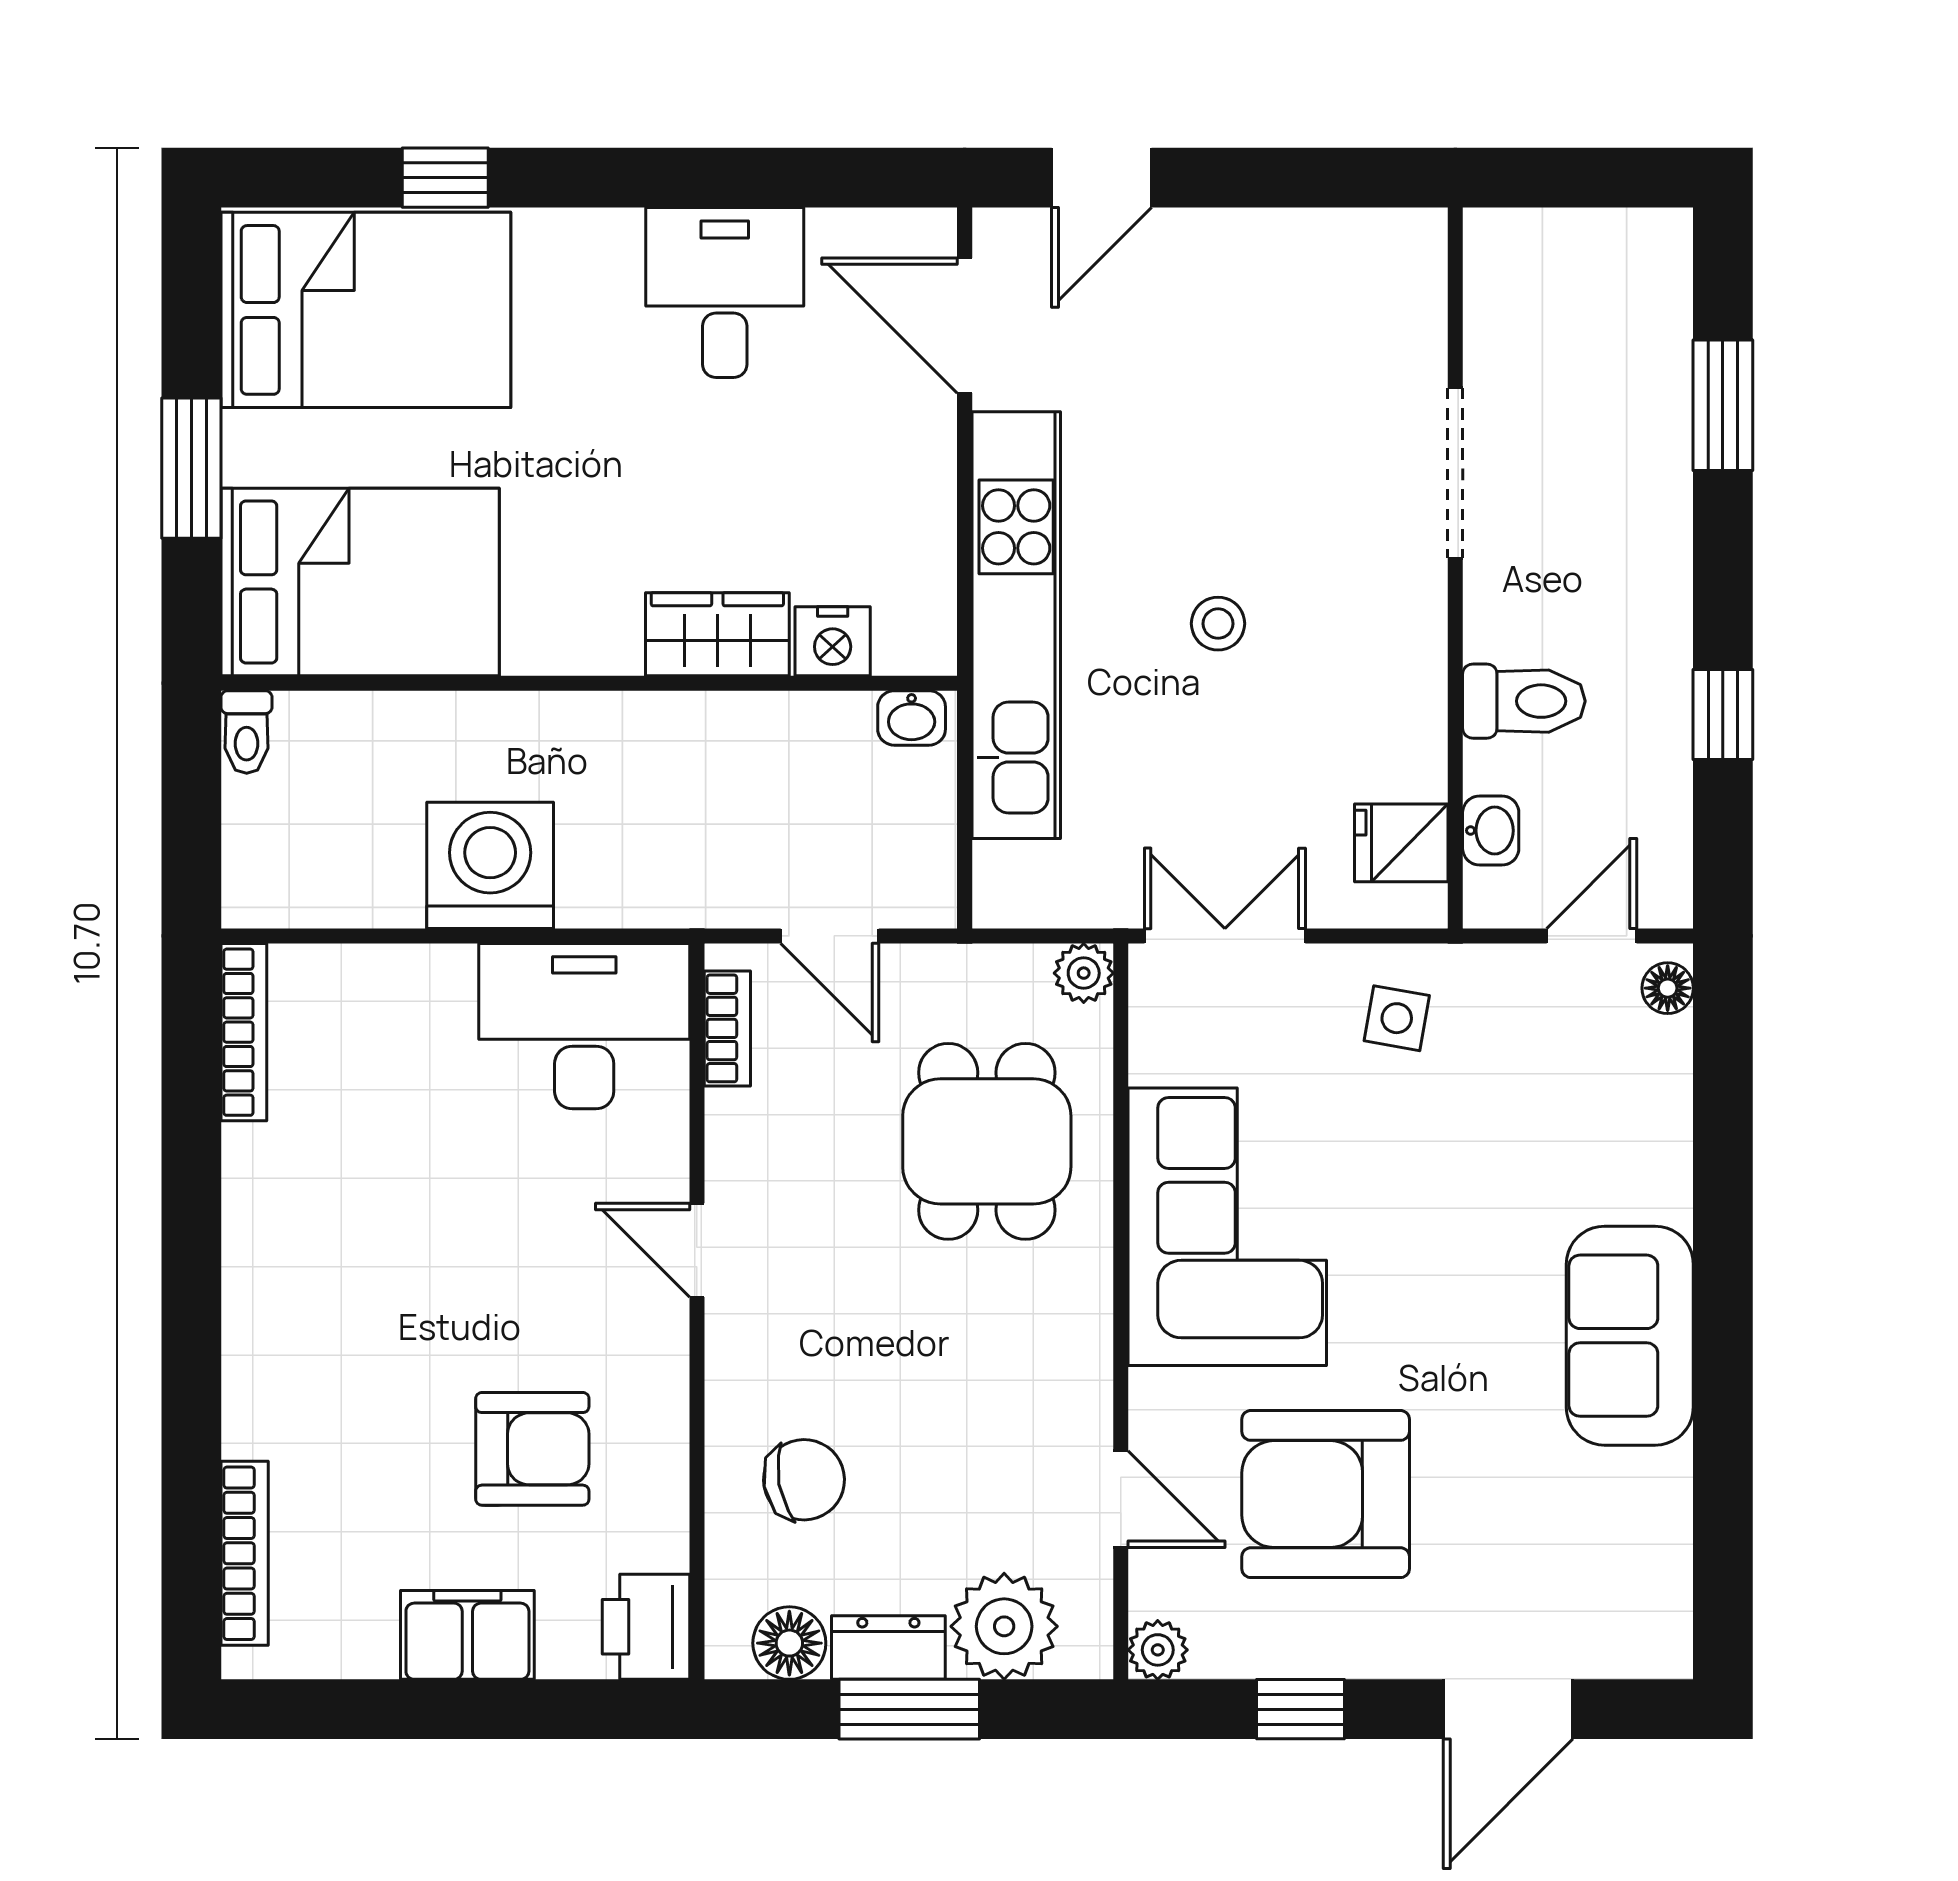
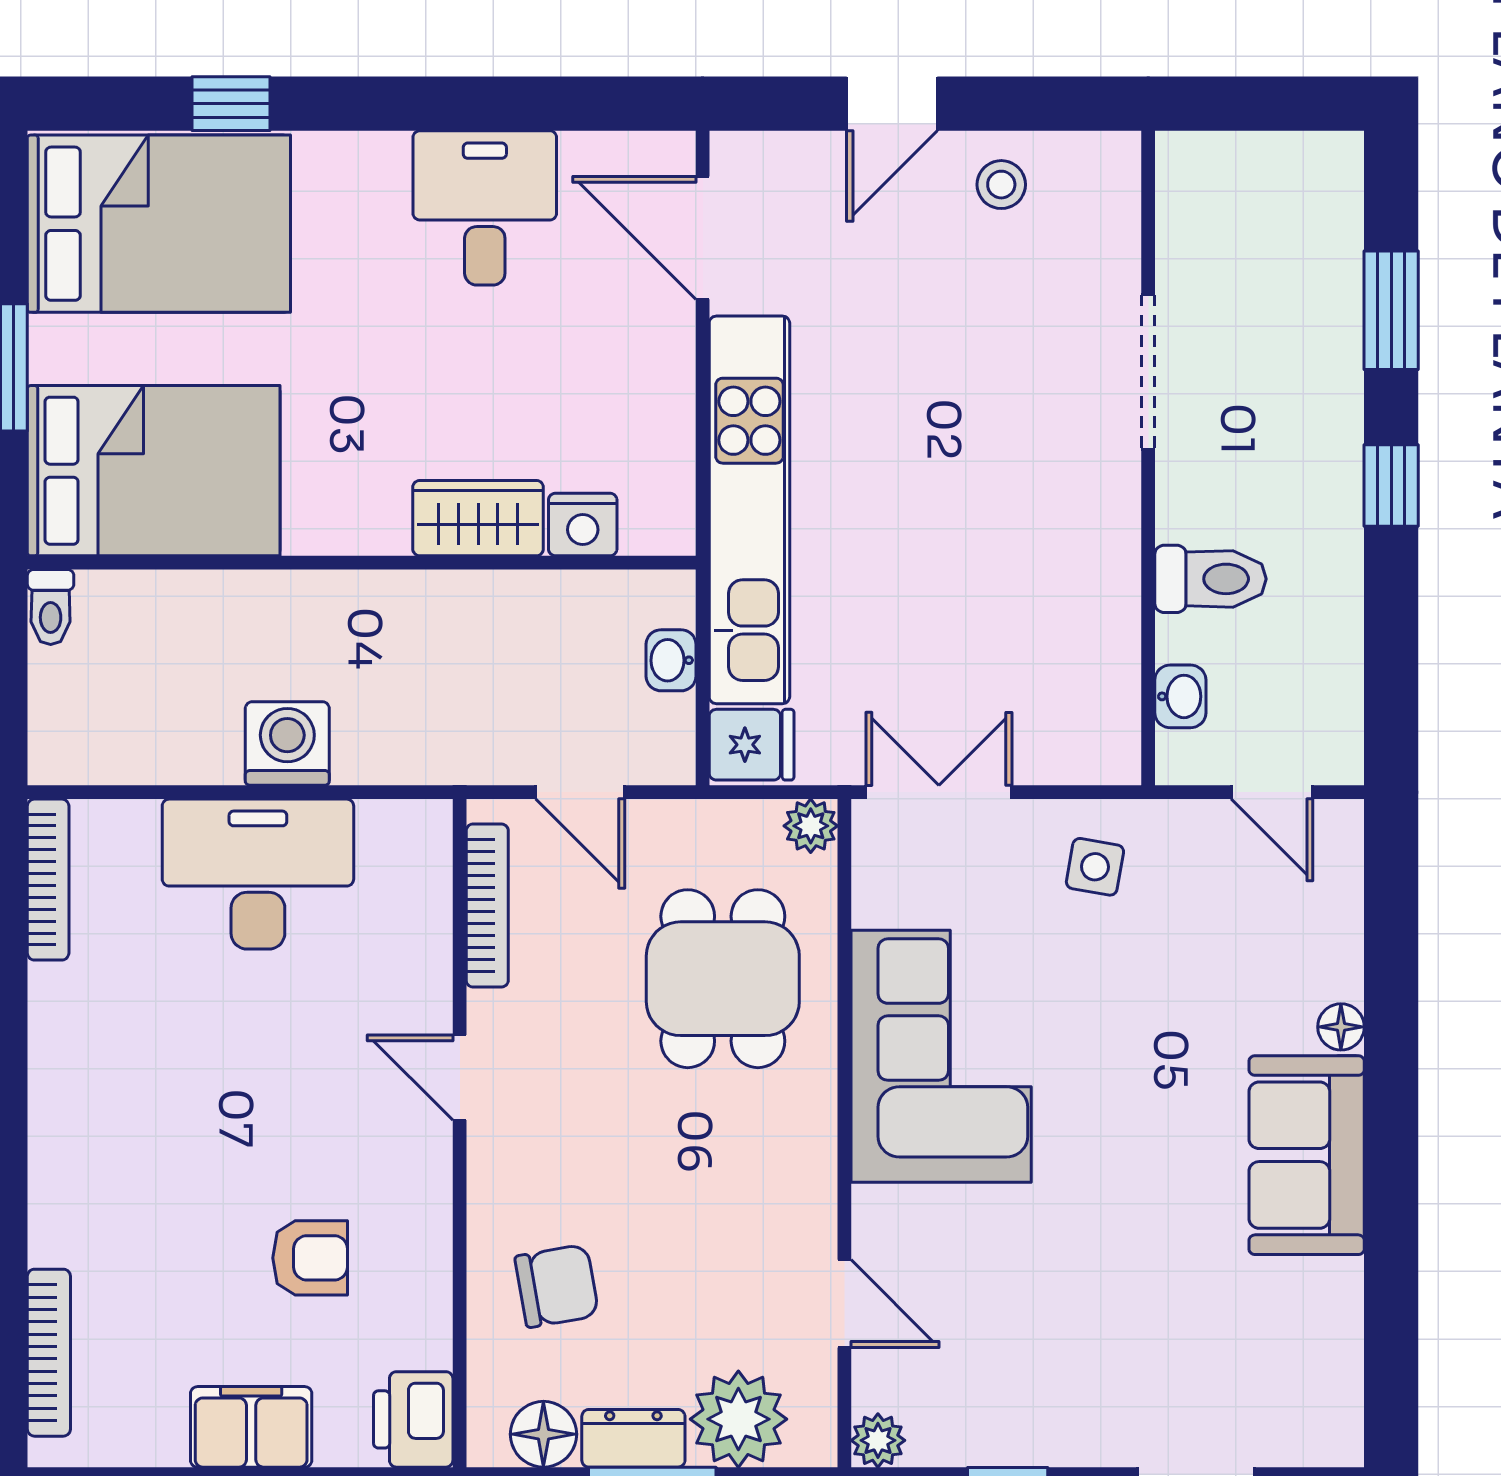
door: (1102, 178) -> (892, 104), moved
stool: (1218, 624) -> (1001, 185), moved
window: (1723, 714) -> (1391, 485), moved
washbasin: (912, 718) -> (671, 660), moved, turned 90
fridge: (1401, 843) -> (752, 745), moved, turned 180
washing machine: (490, 865) -> (287, 744), width x0.73, depth x0.73
door: (1592, 936) -> (1272, 792), swing flipped
floor lamp: (1668, 988) -> (1341, 1027), moved
desk: (584, 1026) -> (258, 874), moved
bookcase: (727, 1028) -> (487, 906), width x1.56
armchair: (532, 1449) -> (310, 1258), width x0.72, depth x0.72
armchair: (1326, 1494) -> (1030, 1299), removed

